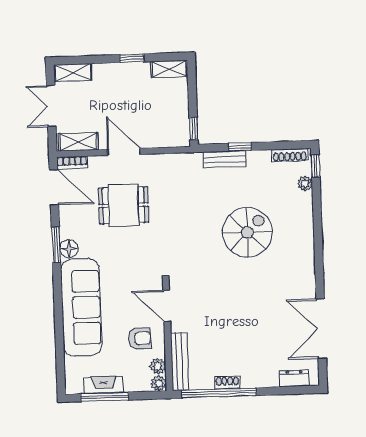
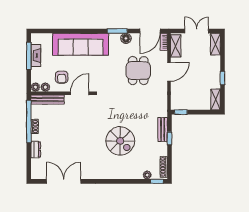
floor lamp: (69, 249) -> (126, 38), moved
dresser: (294, 378) -> (36, 149), moved

